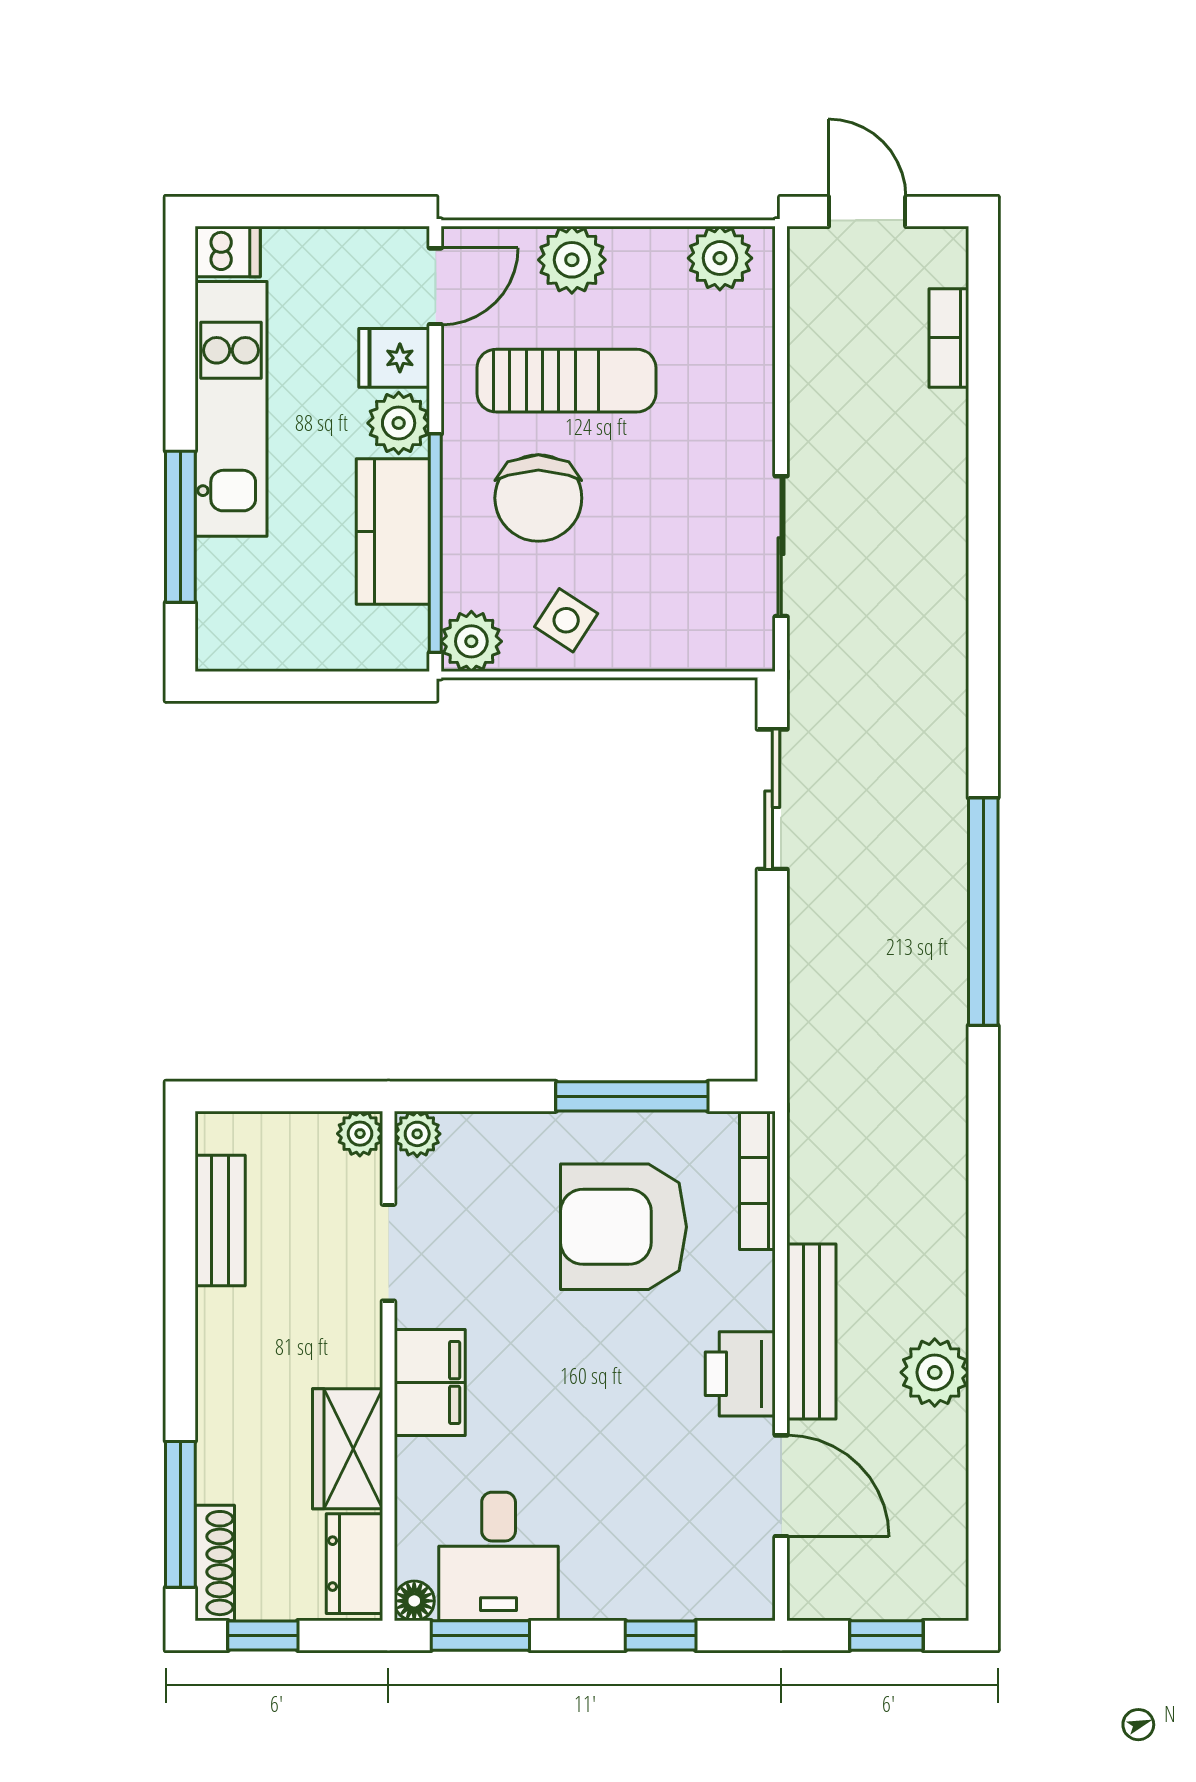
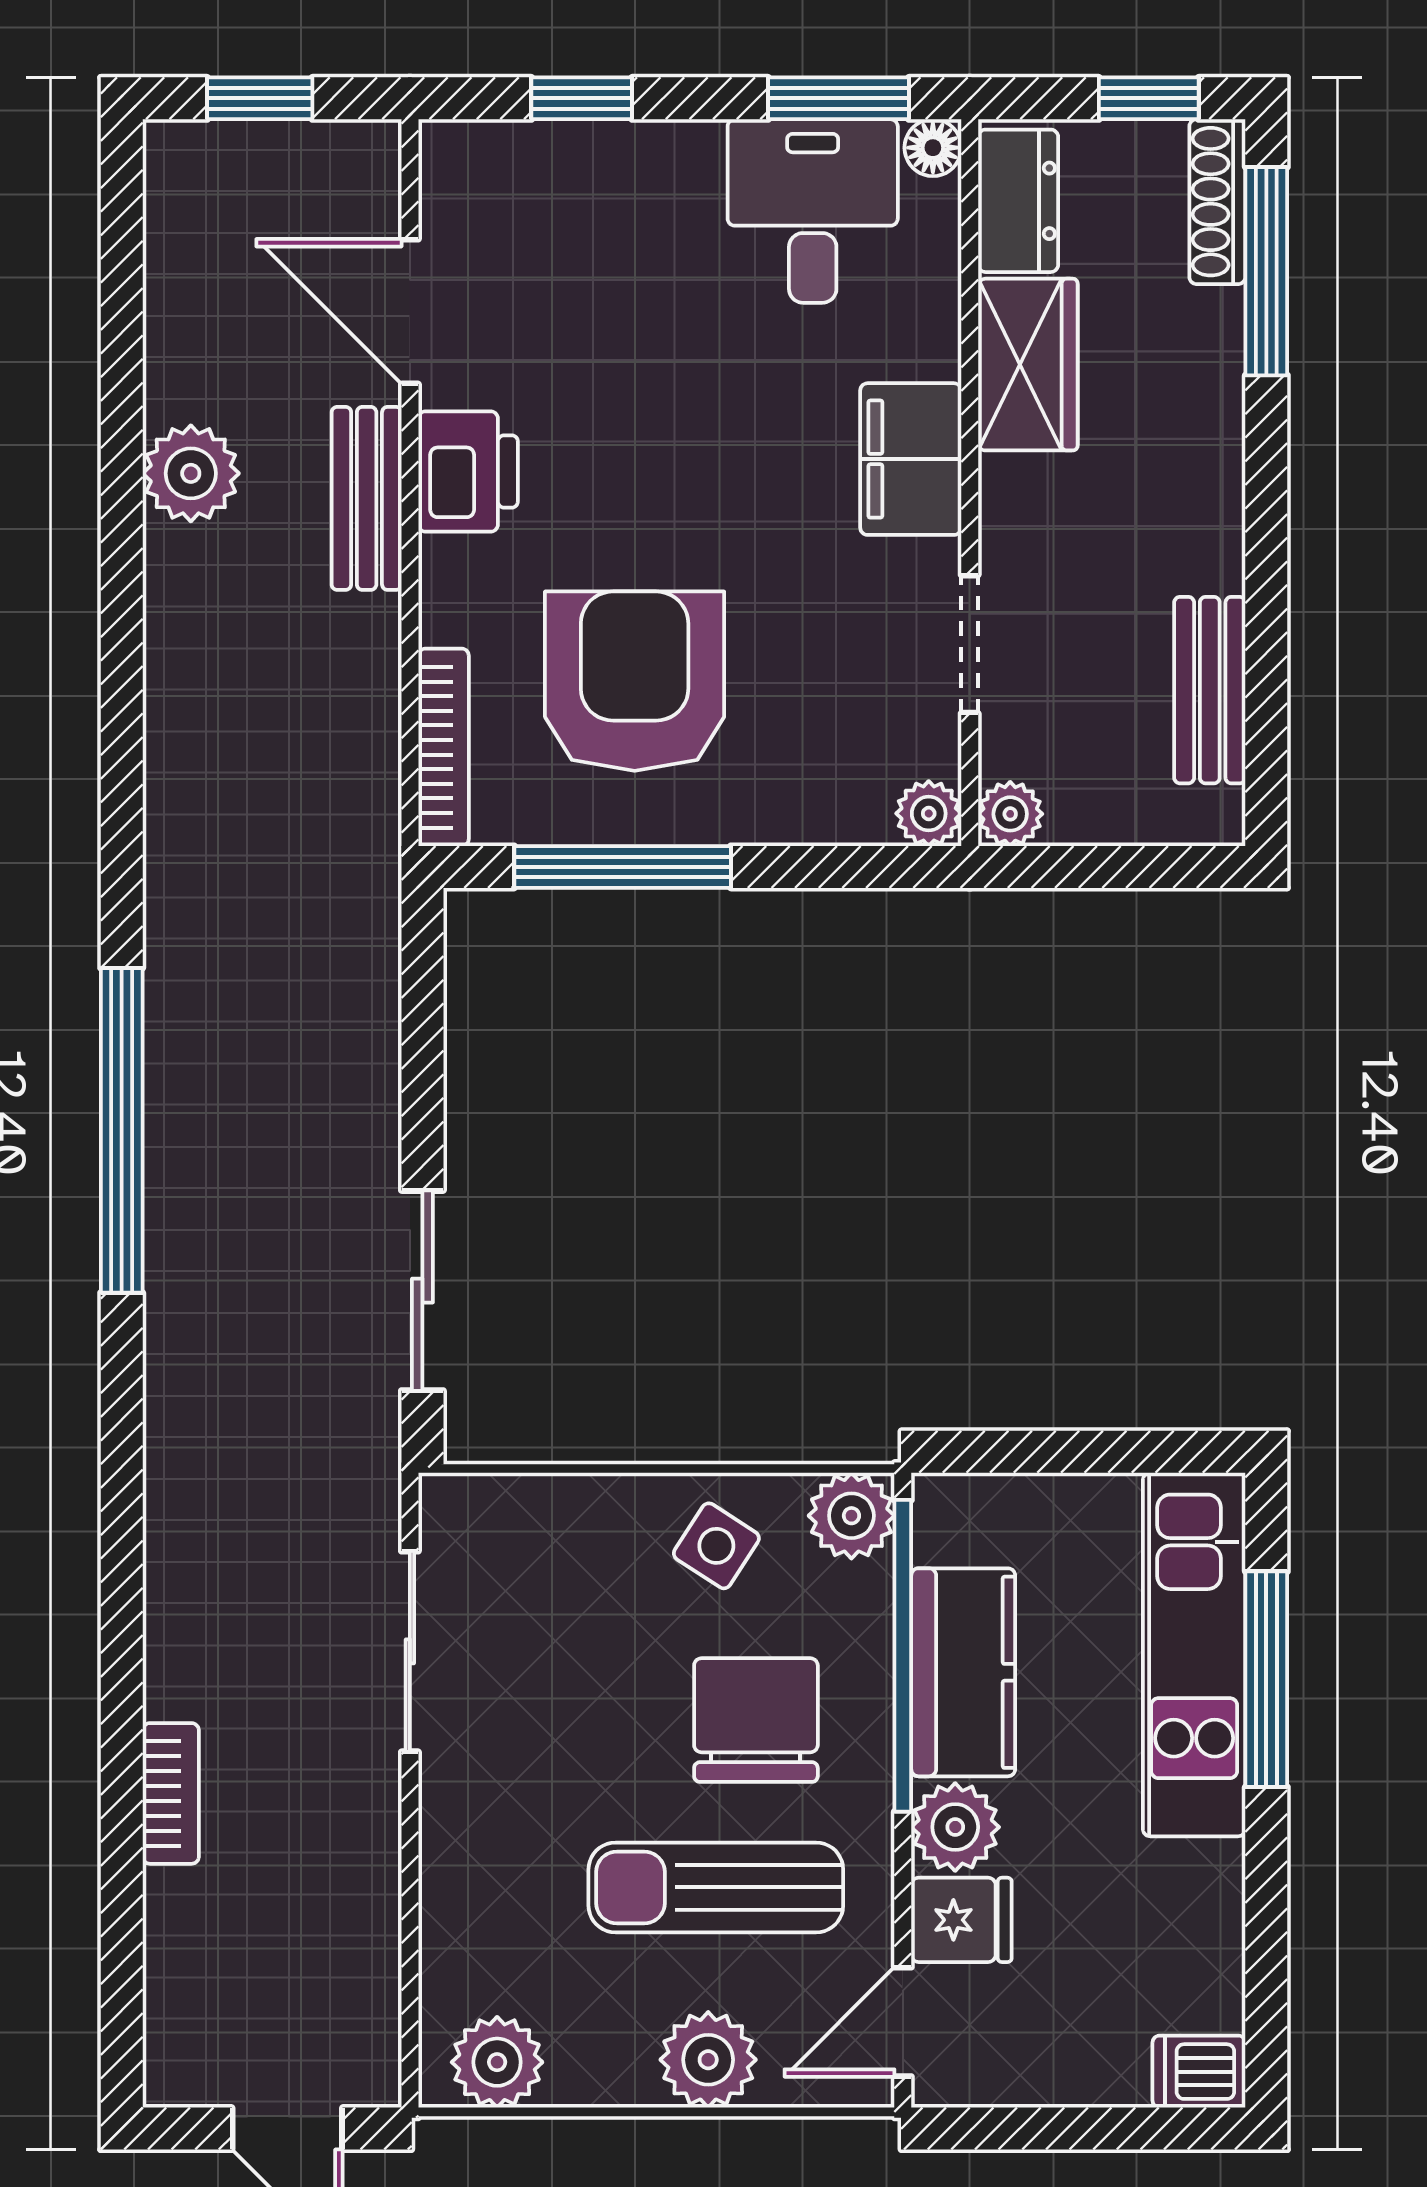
bookcase: (949, 338) -> (171, 1793), moved
kitchen unit: (231, 409) -> (1194, 1655), moved
armchair: (623, 1227) -> (635, 681), turned -90
bench: (811, 1332) -> (367, 498), width x0.73

